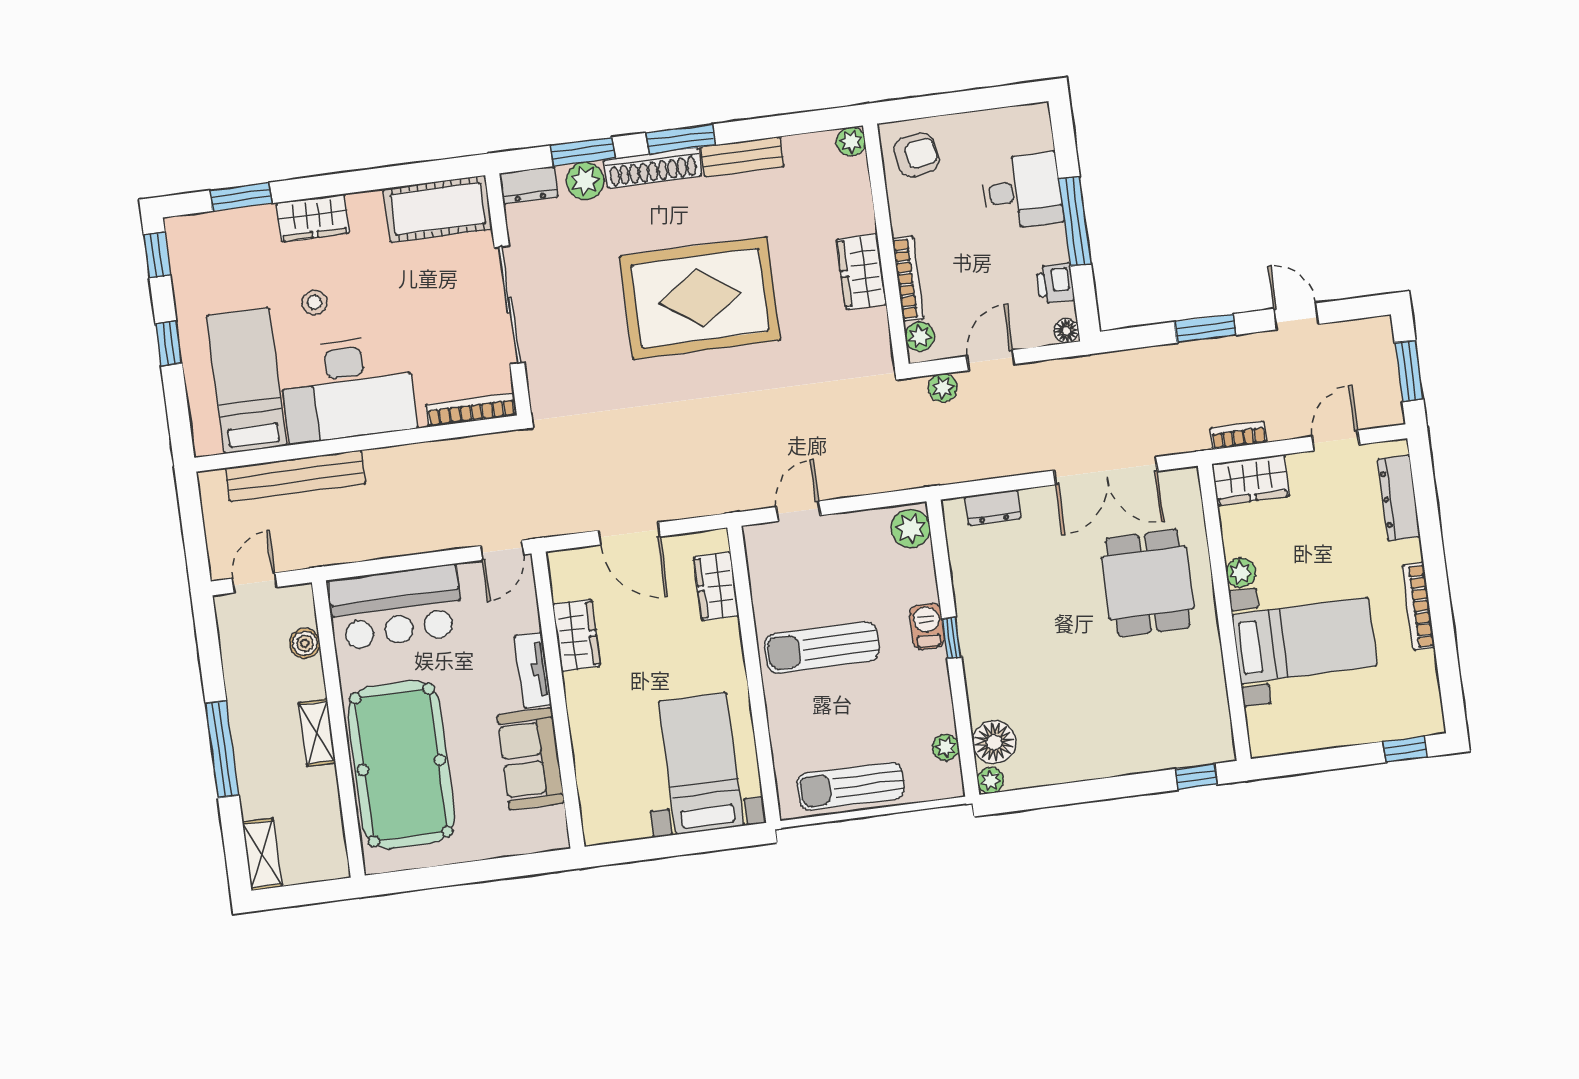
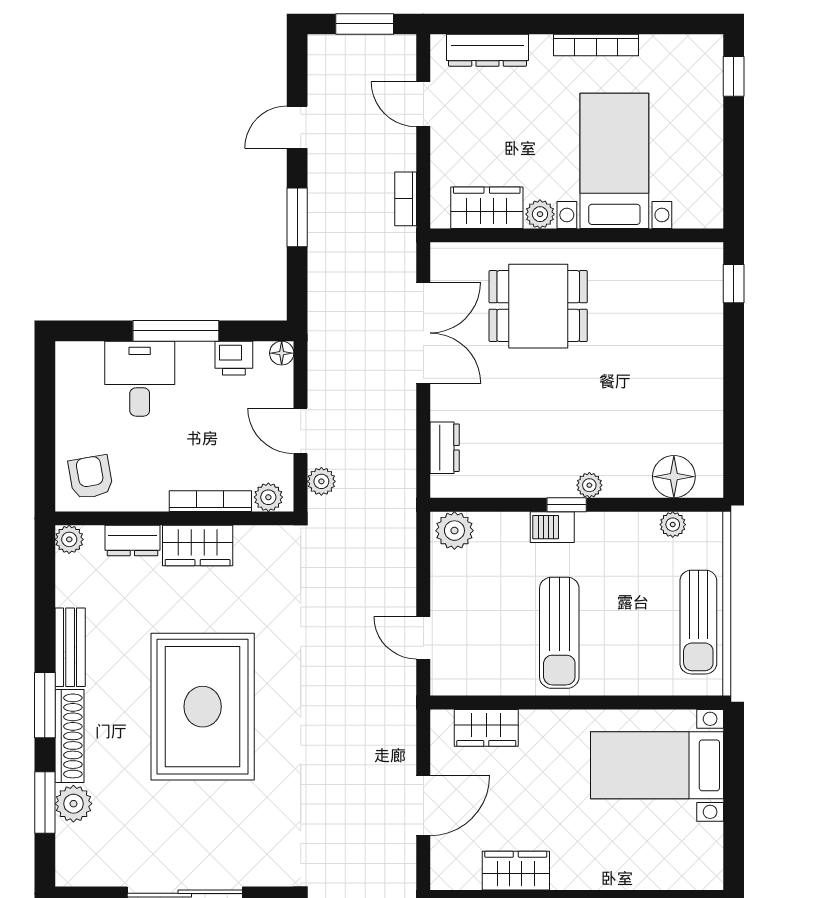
dresser: (529, 185) -> (132, 541), moved, turned 90
wardrobe: (1251, 480) -> (487, 208), moved, turned -90
plant: (990, 780) -> (589, 485), moved

